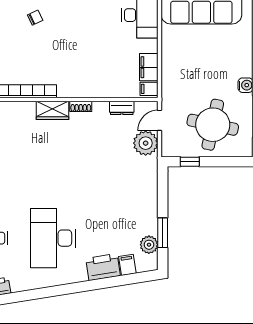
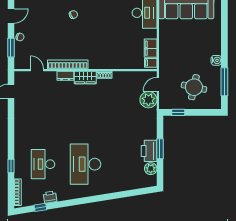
dresser: (122, 108) -> (65, 76), moved
round table: (213, 125) -> (194, 87), width x0.73, depth x0.73
window: (163, 233) -> (160, 149), moved
filing cabinet: (127, 265) -> (136, 182), removed
printer: (103, 267) -> (149, 151), moved, turned -81

